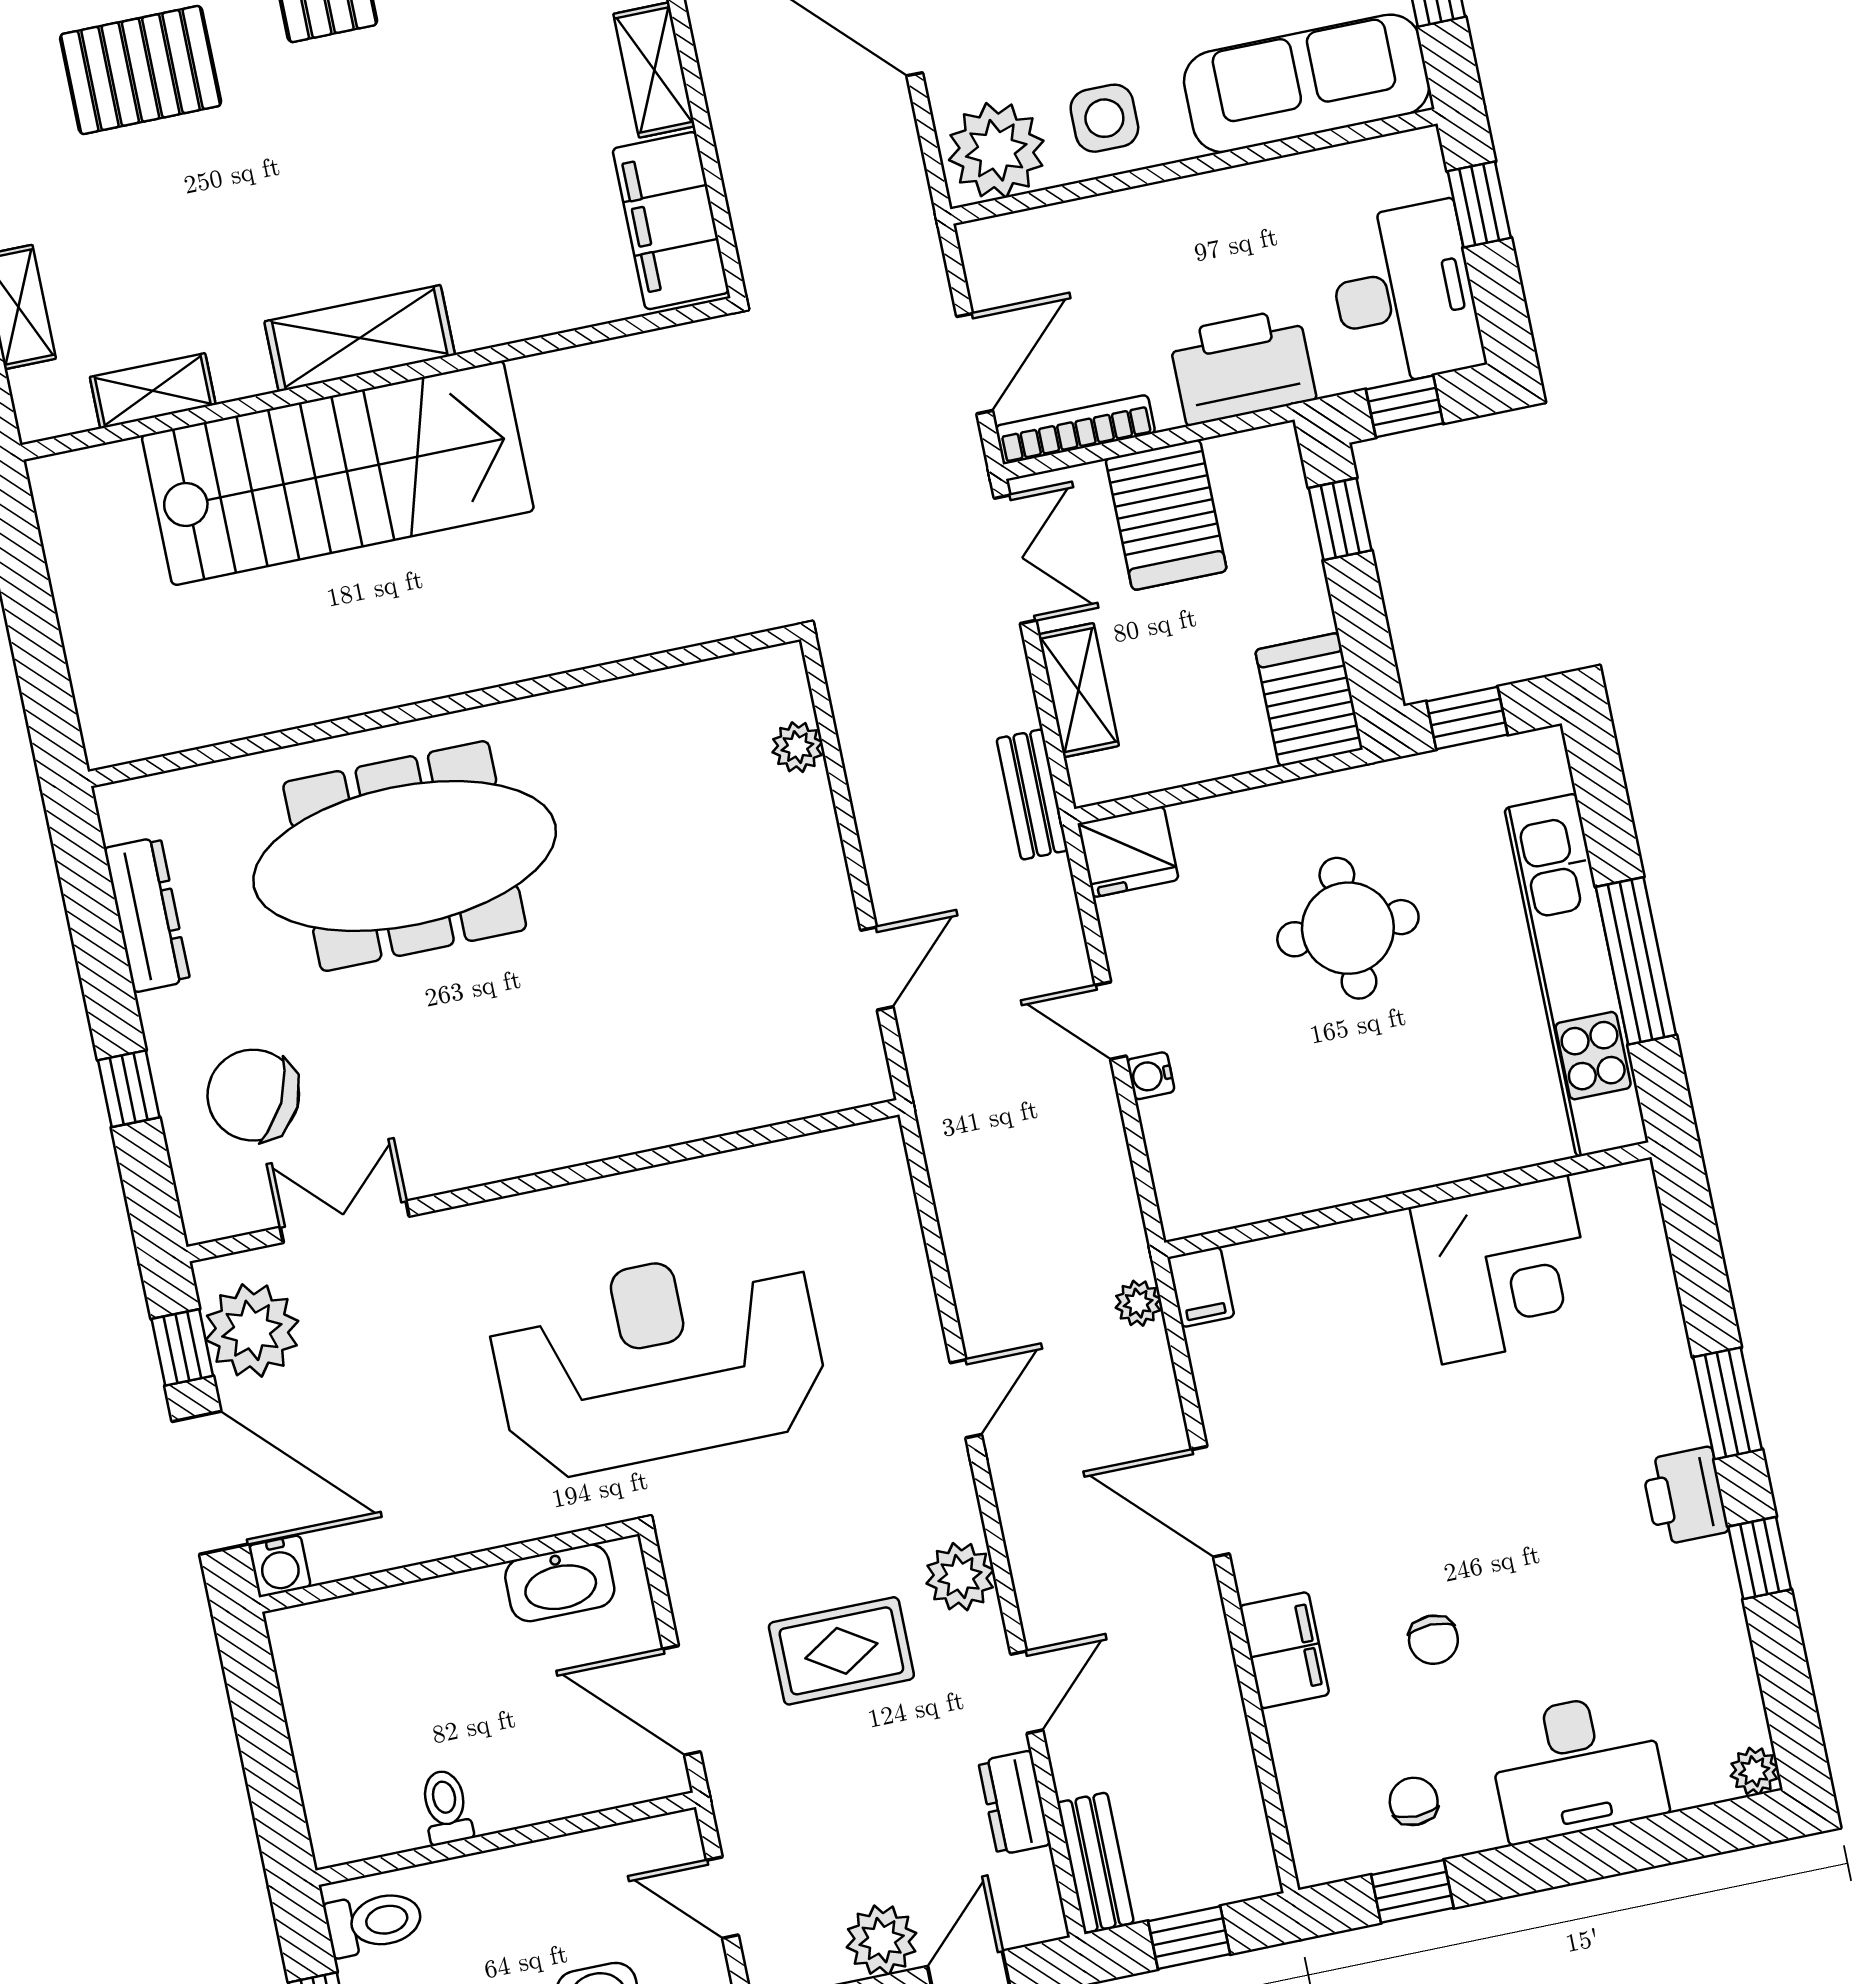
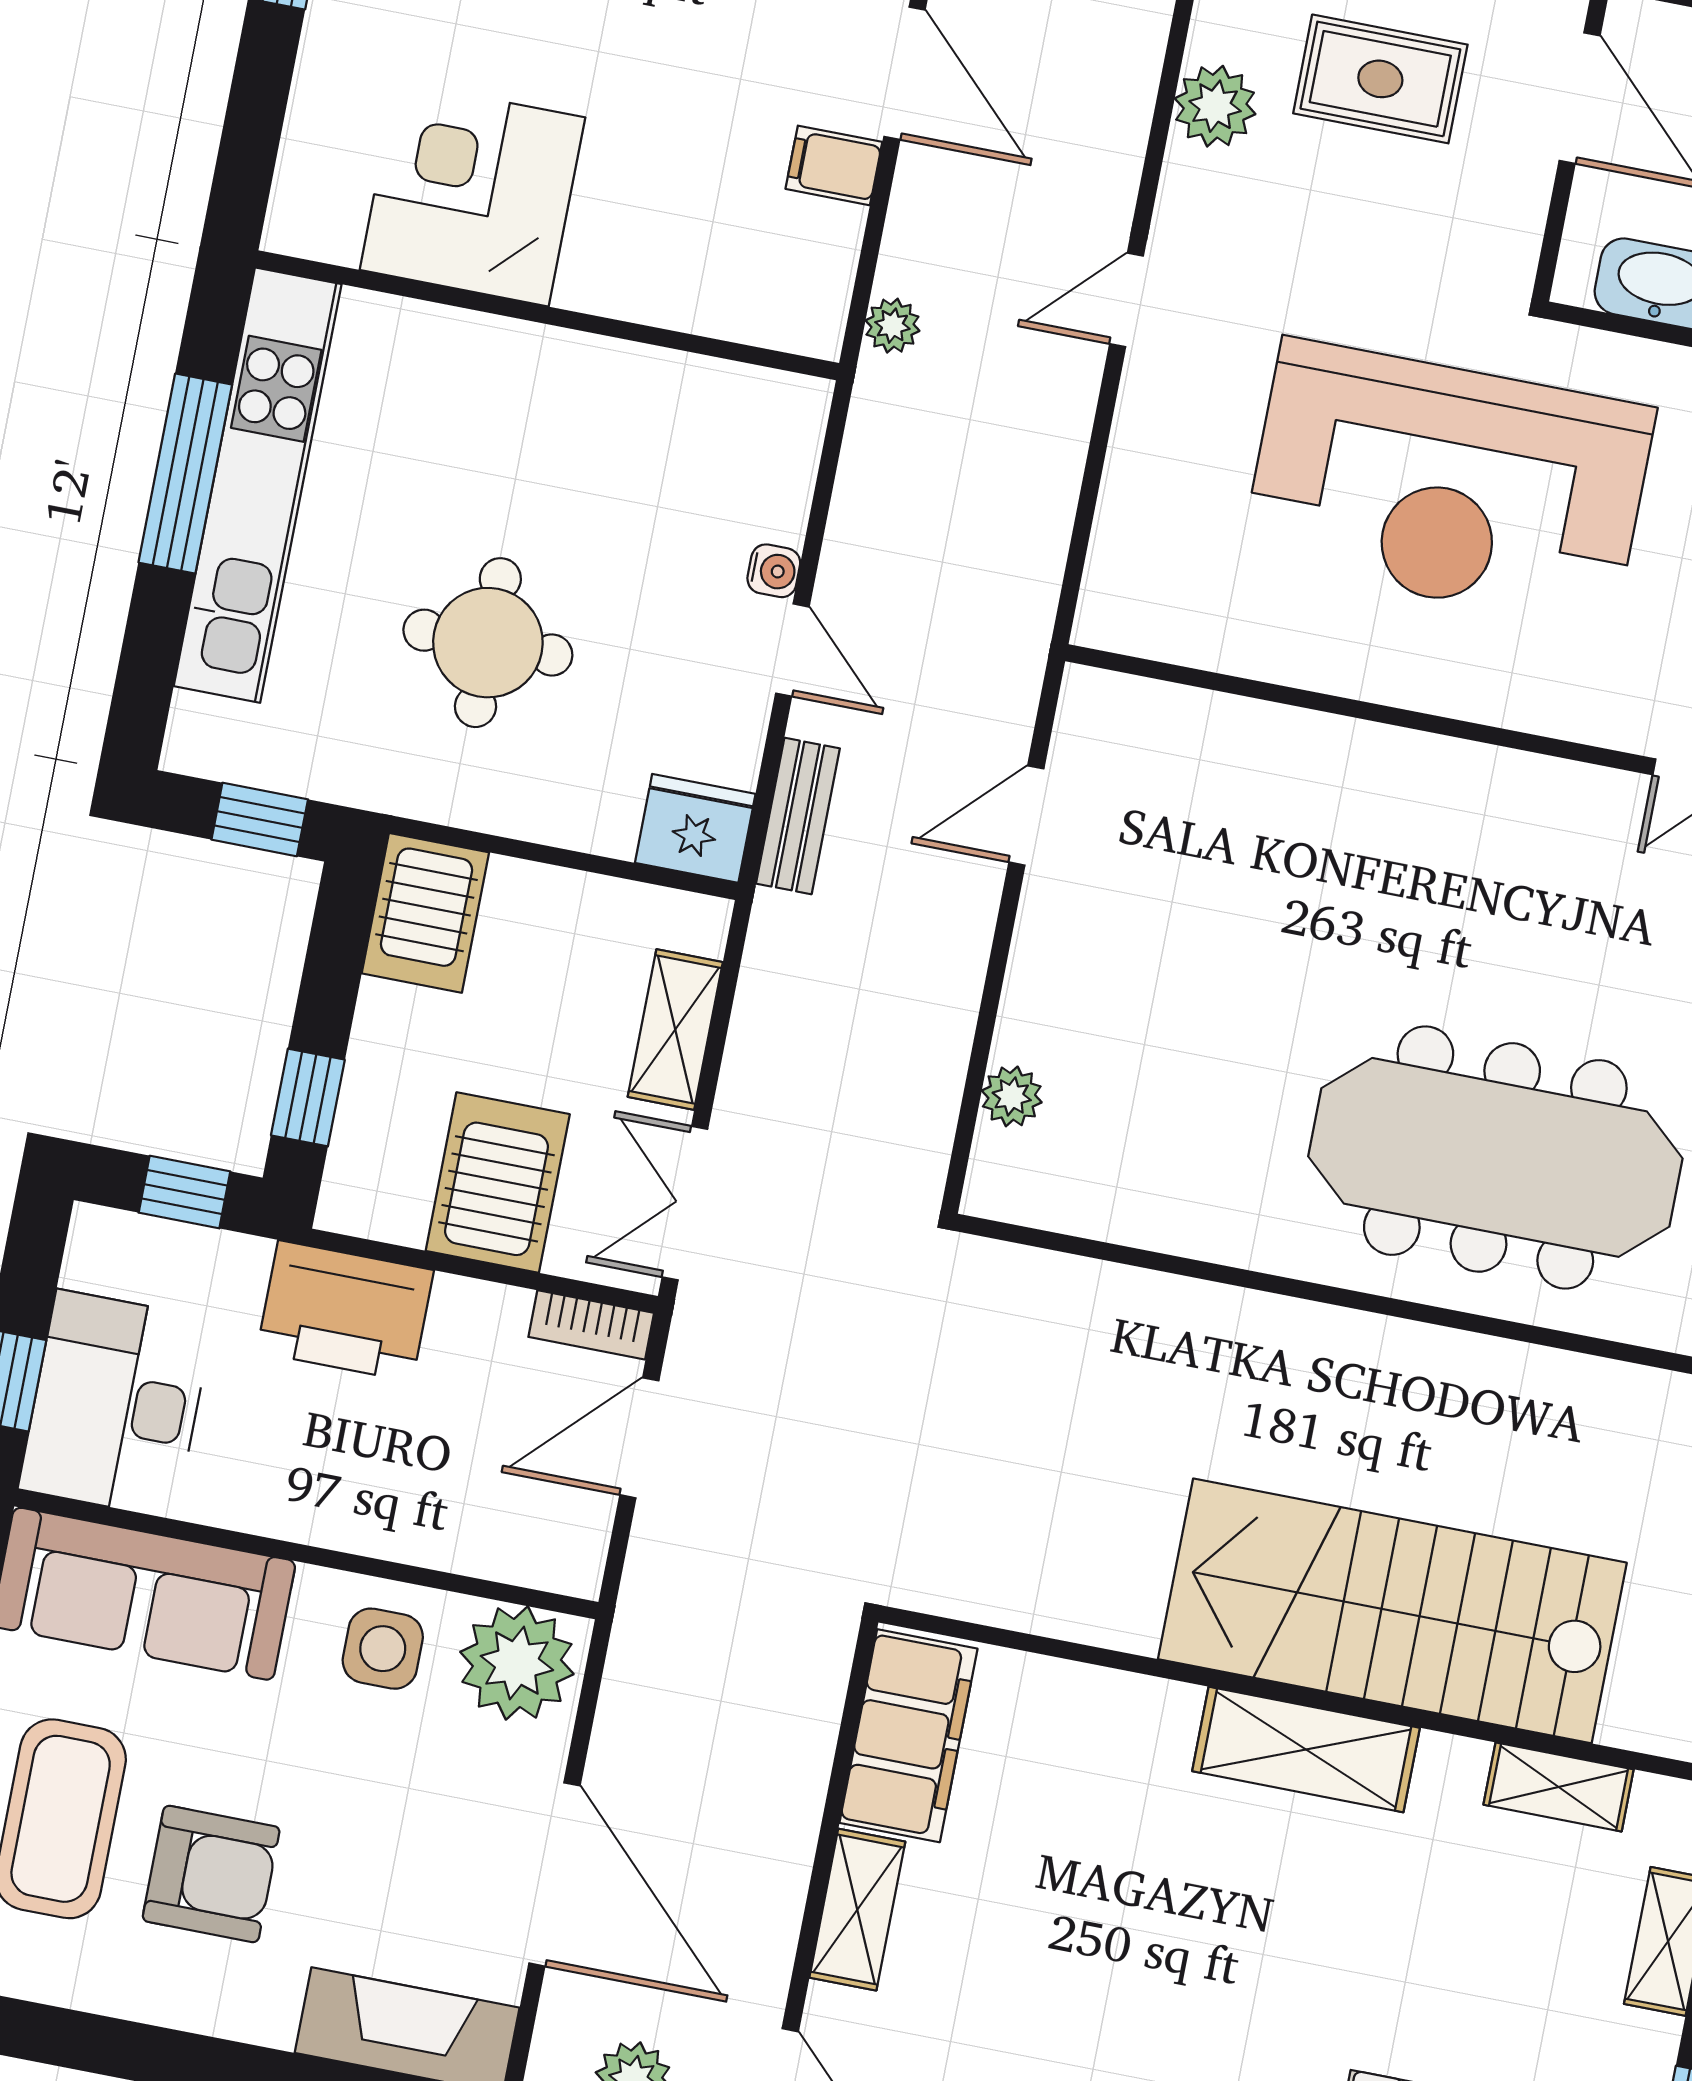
desk: (1404, 294) -> (116, 1404), moved
bookcase: (1075, 429) -> (591, 1325), width x0.64
bench: (1032, 794) -> (798, 816), moved
filing cabinet: (1201, 1287) -> (834, 165), moved, turned -90

